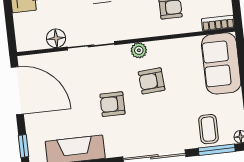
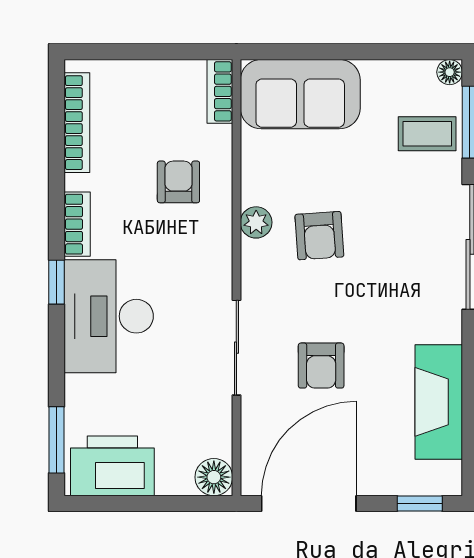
floor lamp: (56, 38) -> (214, 477), moved
plant: (139, 50) -> (256, 222), moved
armchair: (112, 104) -> (321, 366), moved

